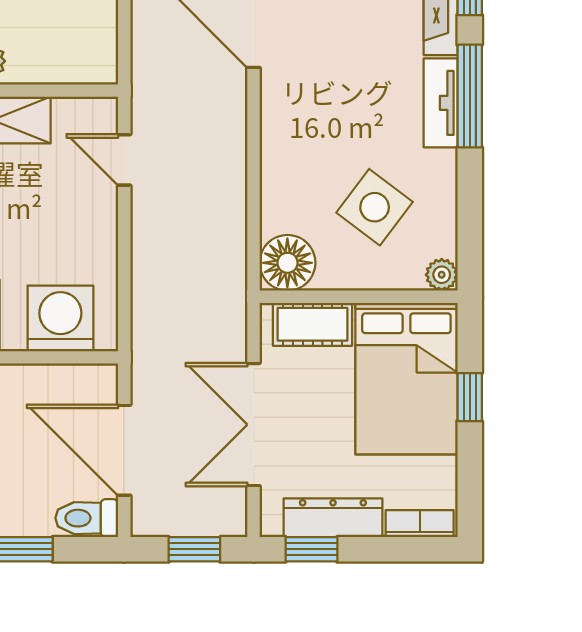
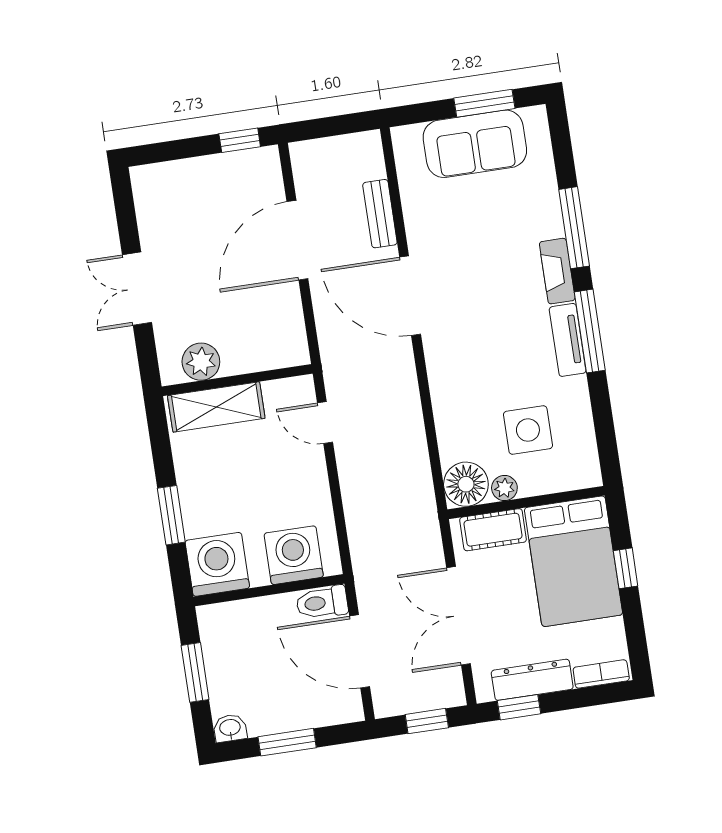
side table: (375, 207) -> (528, 430), turned -37
plant: (442, 275) -> (504, 488), moved
toilet: (87, 518) -> (322, 602), moved

